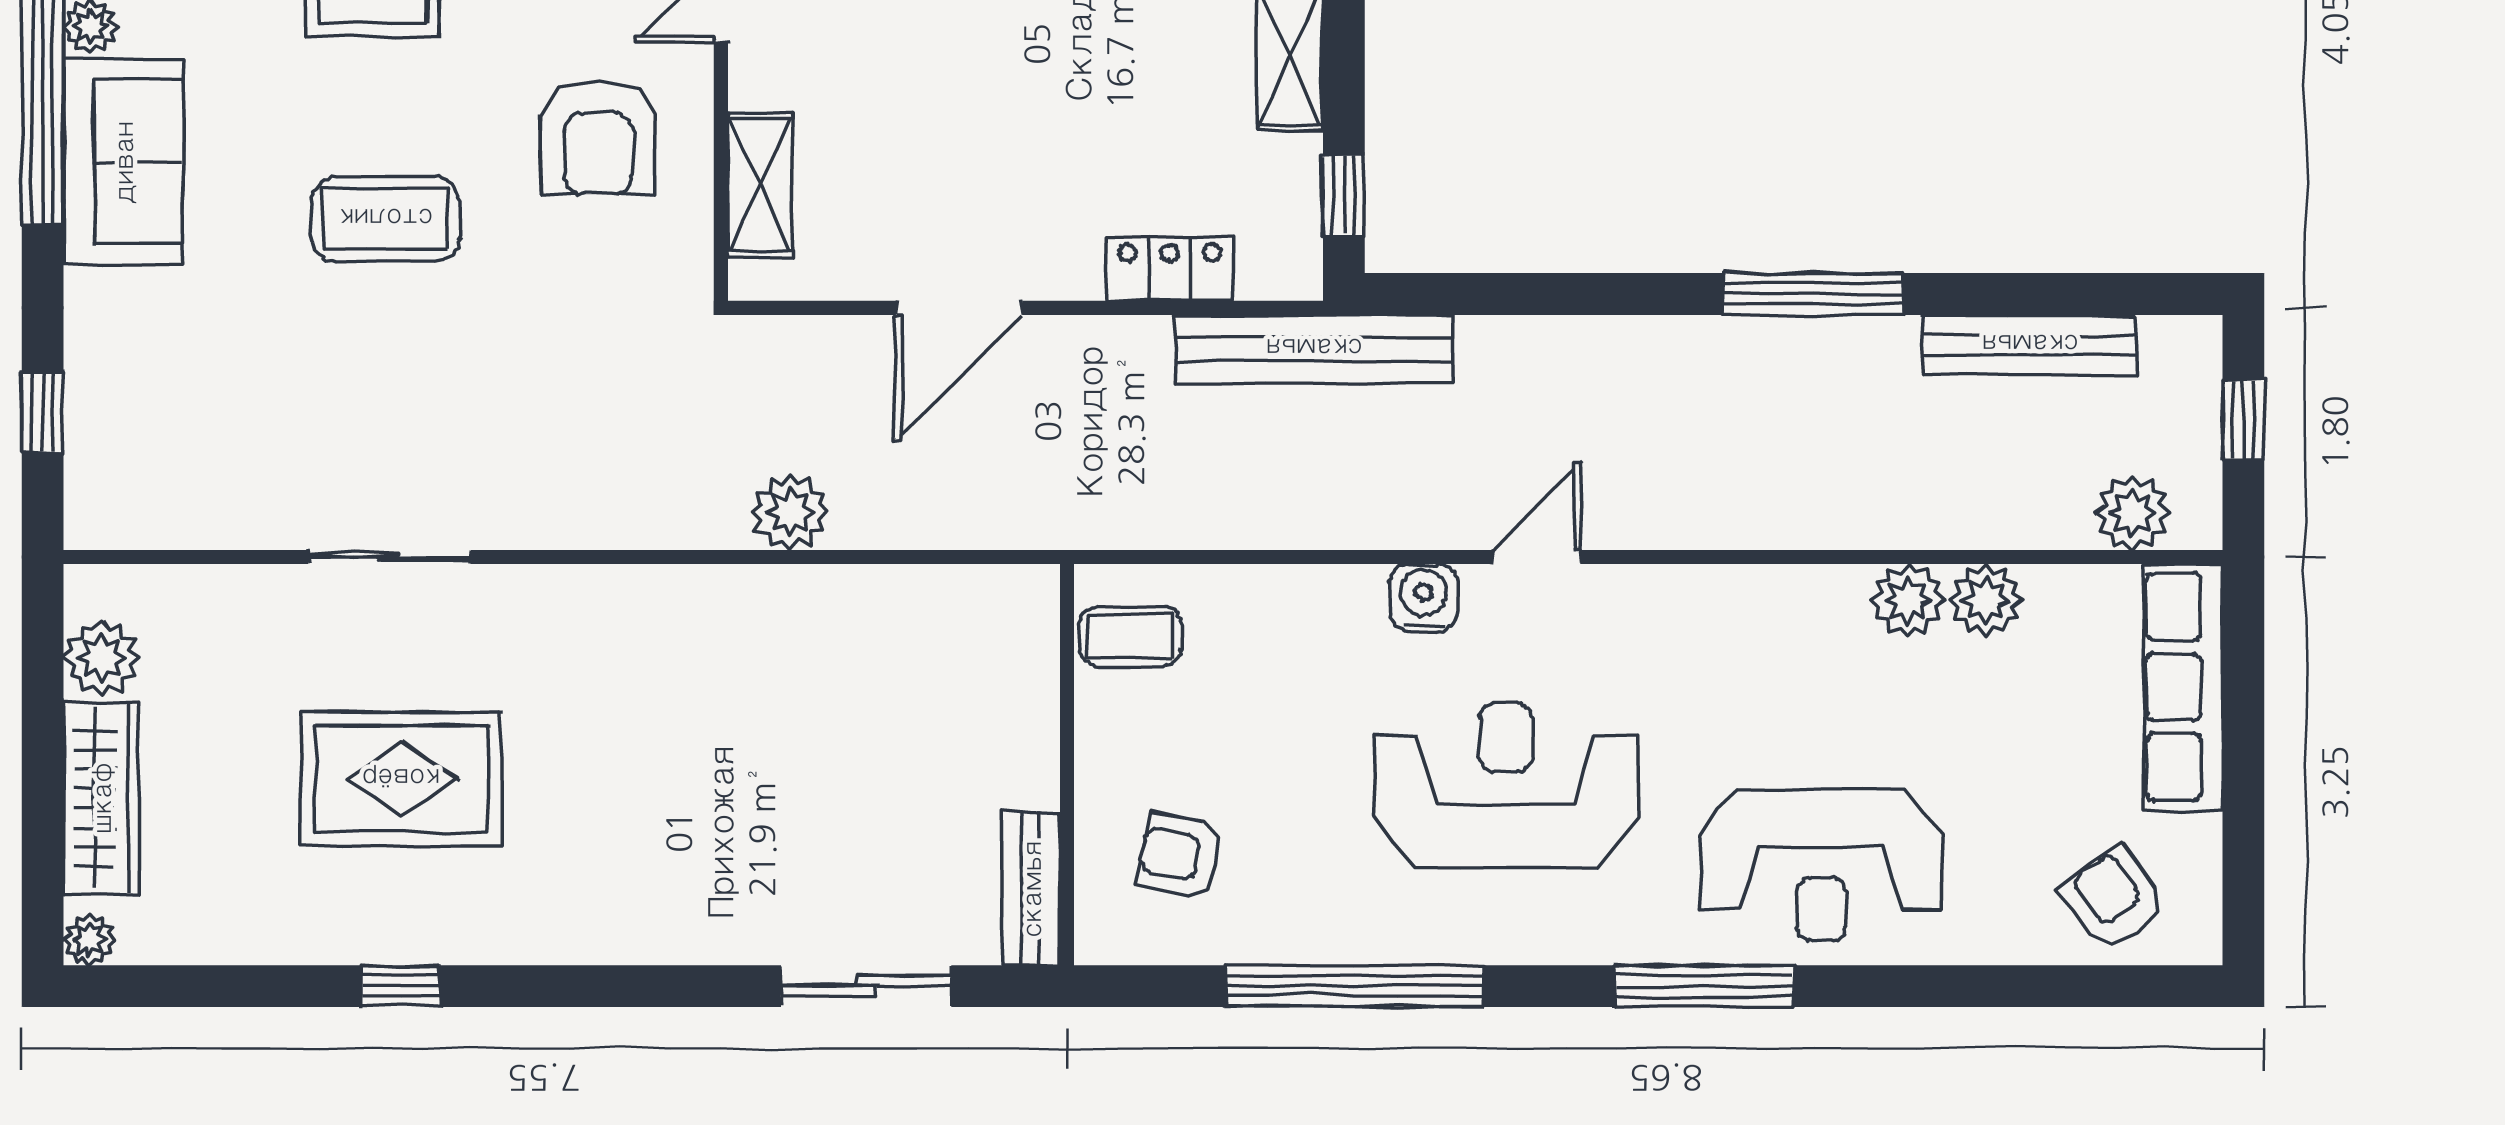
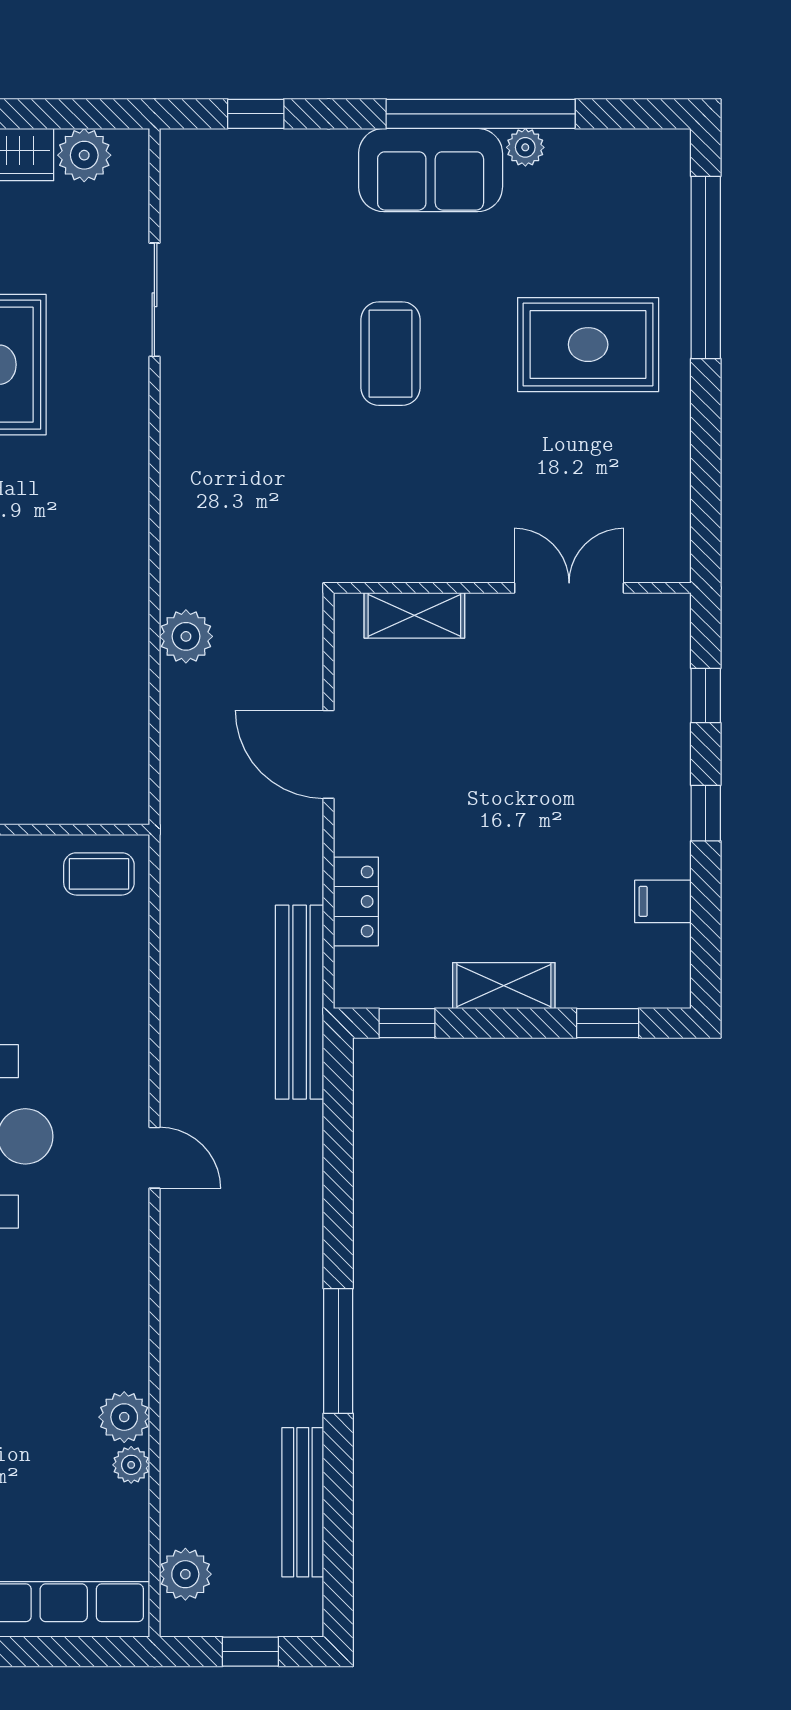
armchair: (598, 137) -> (448, 502), removed
sliding door: (390, 557) -> (154, 300), moved
water cooler: (1423, 598) -> (126, 1079), removed
plant: (1986, 600) -> (131, 1465), width x0.73, depth x0.73
coffee table: (1130, 636) -> (99, 874), turned 90

